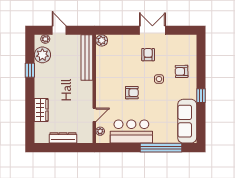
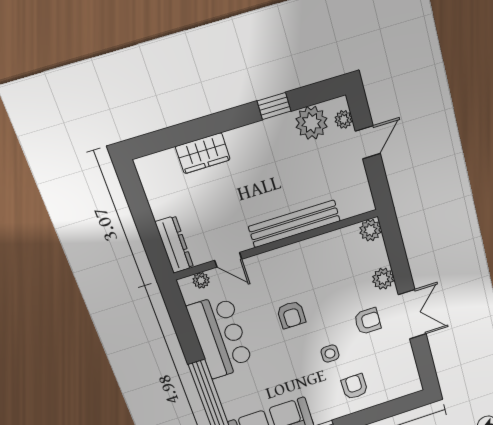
plant: (128, 41) -> (383, 279), added
bench: (87, 58) -> (295, 224), moved
dresser: (63, 138) -> (174, 245), moved

